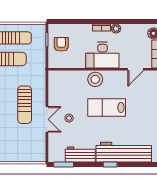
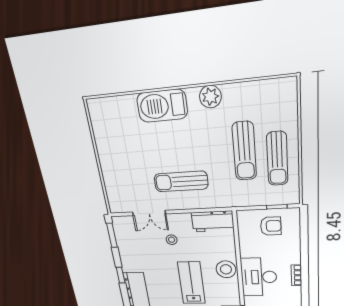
plant: (116, 29) -> (295, 292), removed
double door: (47, 119) -> (149, 213), moved
workbench: (80, 154) -> (213, 221), moved, turned 90
window: (110, 165) -> (121, 275), moved

